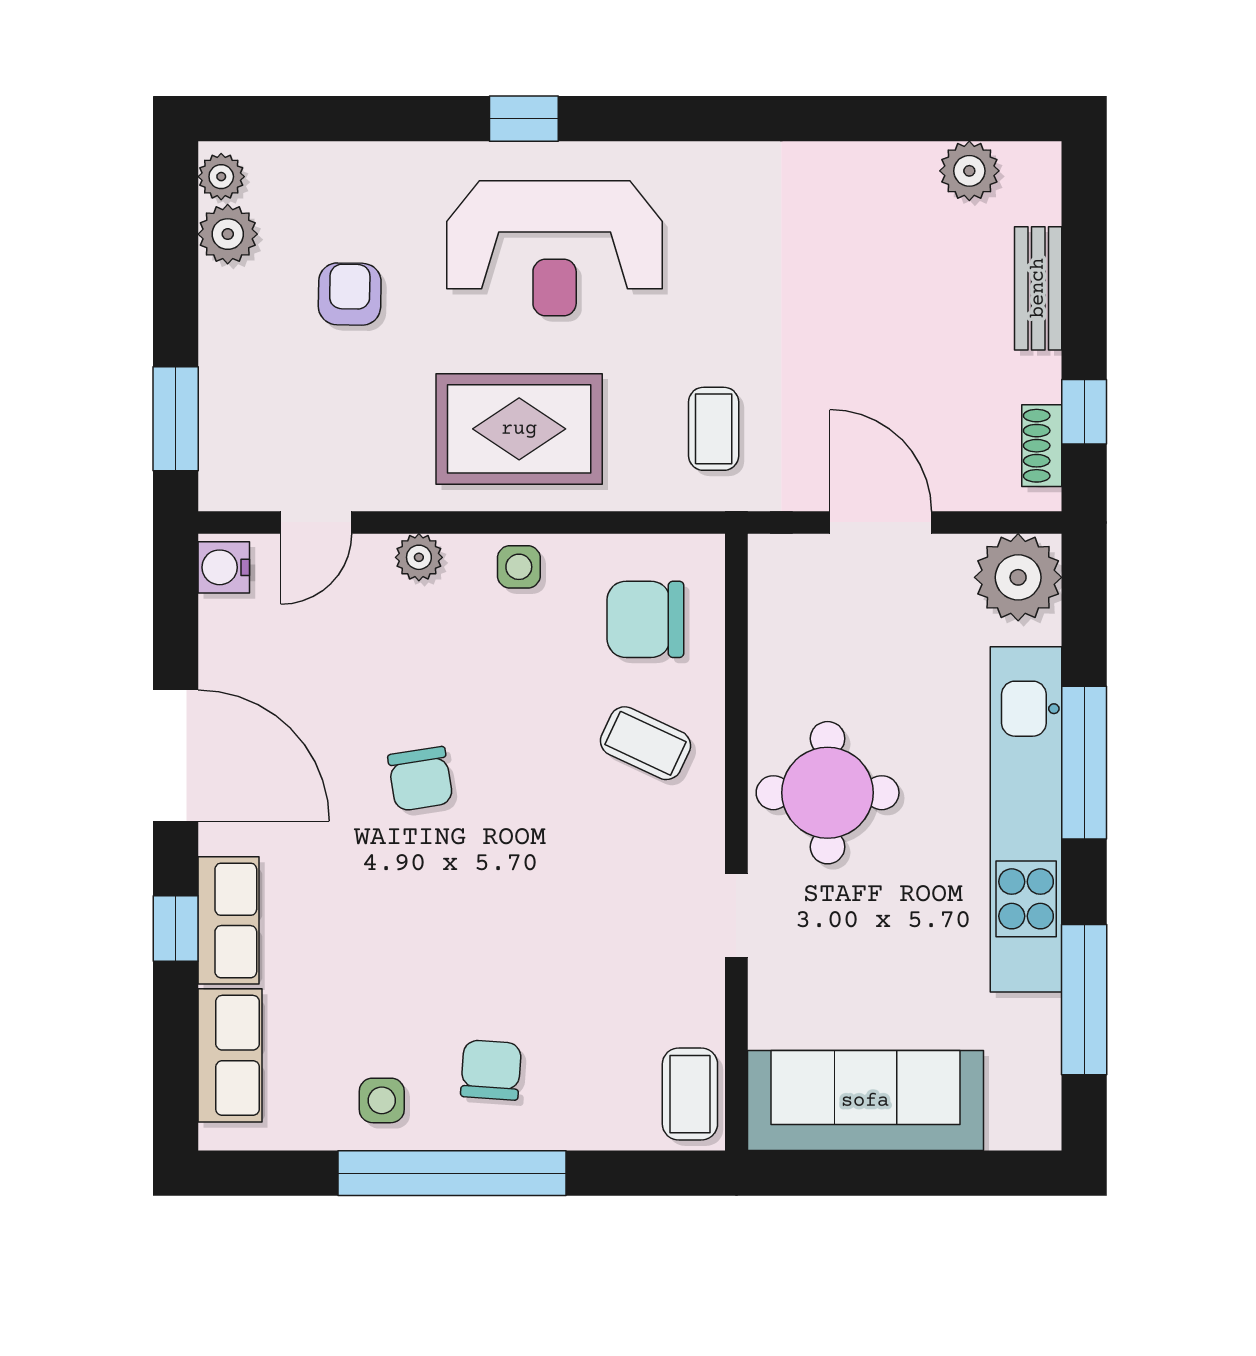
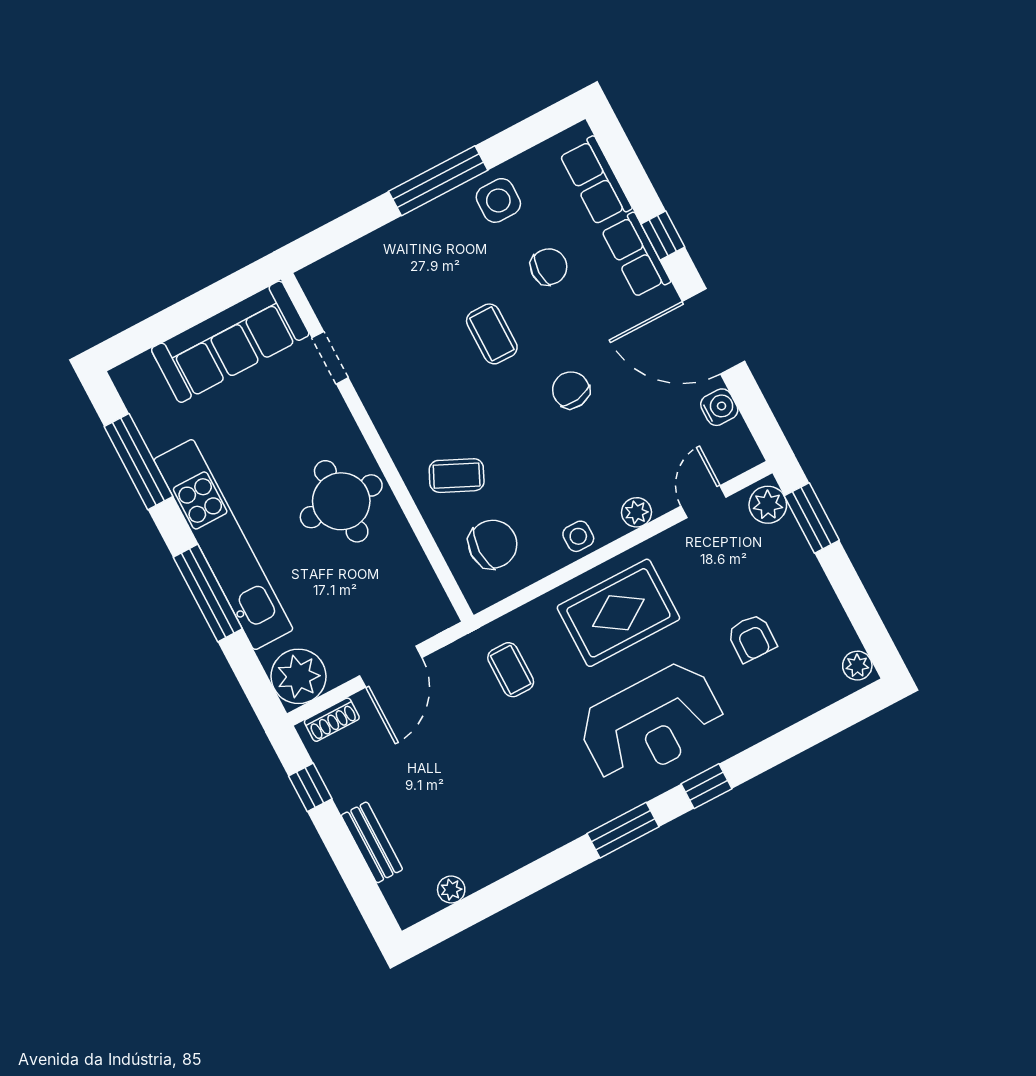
window: (674, 119) -> (623, 830), added
plant: (969, 171) -> (451, 890), width x0.73, depth x0.73
plant: (228, 234) -> (768, 505), moved
reception desk: (555, 248) -> (652, 723), turned 180
shoe rack: (1042, 446) -> (332, 720), moved, turned 90
door: (881, 522) -> (391, 667), hinge flipped
water cooler: (224, 567) -> (719, 407), moved
doorway: (736, 916) -> (330, 358), moved
chair: (491, 1070) -> (549, 267), moved, turned -94
coffee table: (690, 1094) -> (492, 334), moved
side table: (382, 1100) -> (498, 200), width x1.37, depth x1.37
window: (452, 1173) -> (438, 181), width x0.68

